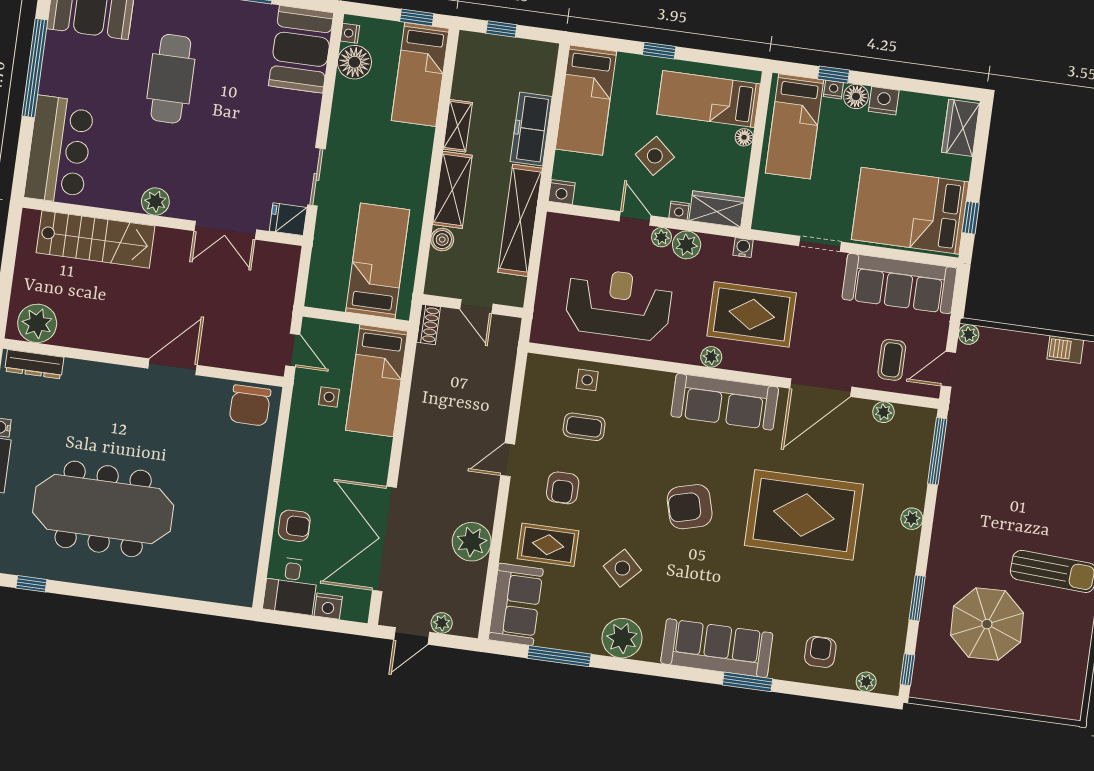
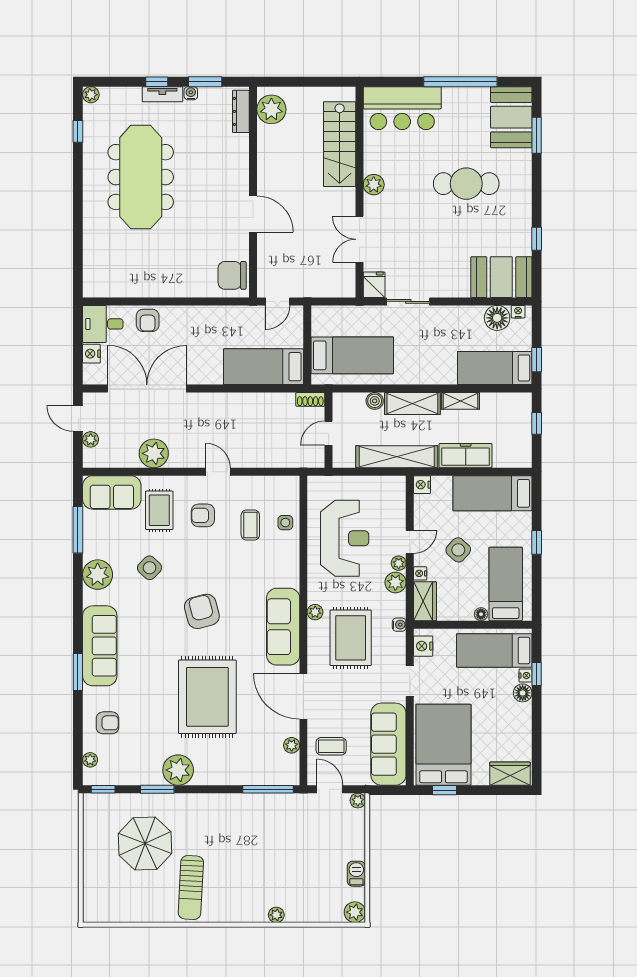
nightstand: (884, 101) -> (423, 646), moved, turned 180
side table: (329, 397) -> (247, 333), removed
plant: (912, 519) -> (178, 770), moved, width x1.87, depth x1.87

